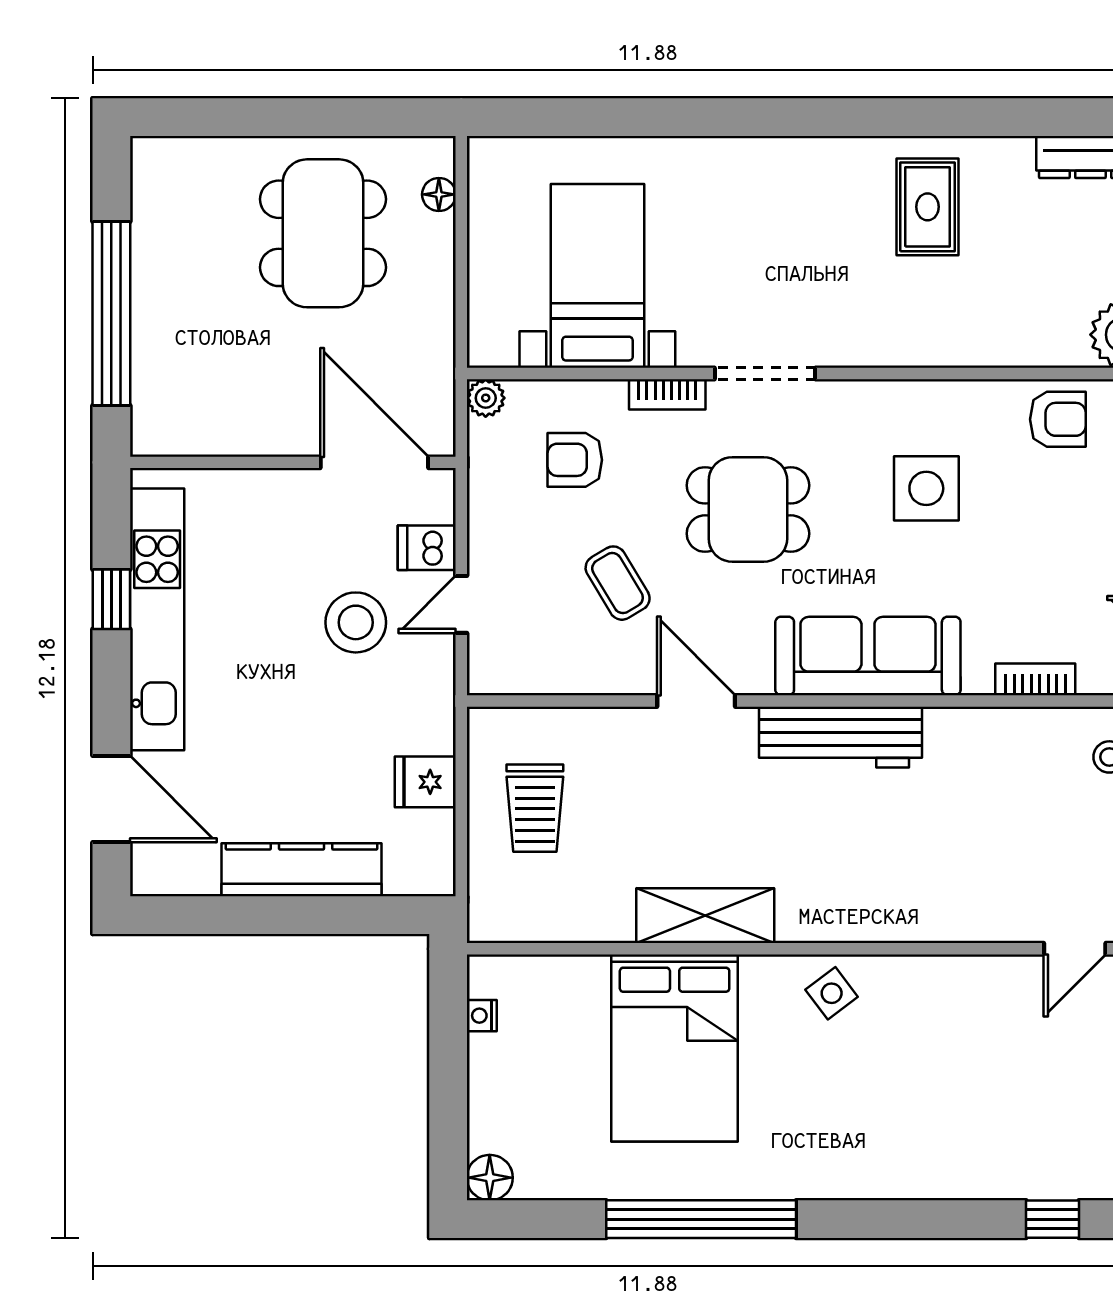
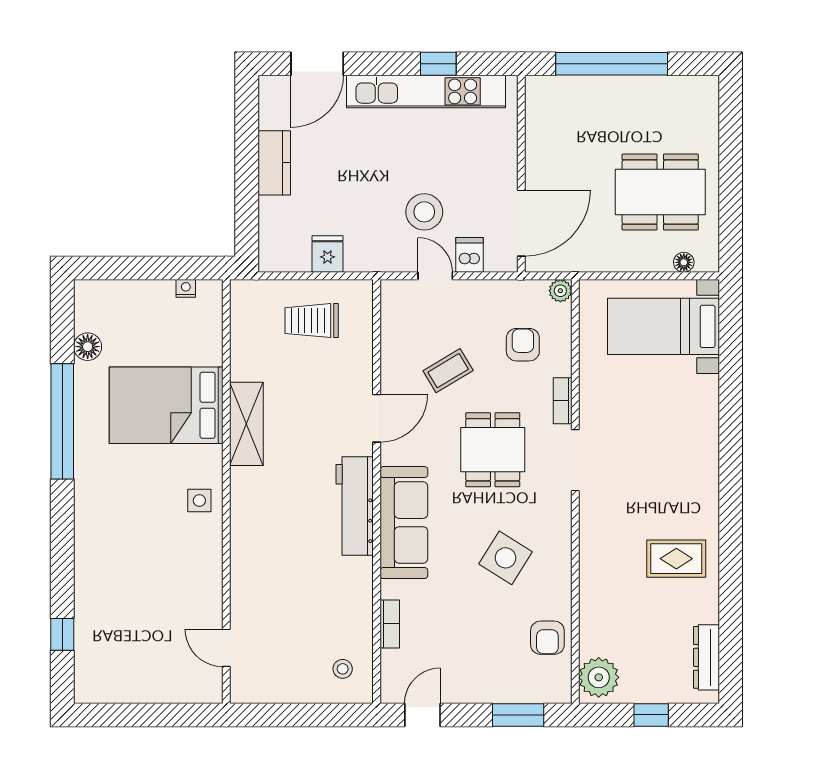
bed with nightstands: (597, 276) -> (664, 326), moved, turned 180
side table: (926, 488) -> (506, 558), turned 32
kitchen counter: (301, 870) -> (274, 163), width x0.67
side table: (832, 993) -> (199, 500), turned 37
floor lamp: (490, 1178) -> (88, 347), moved

